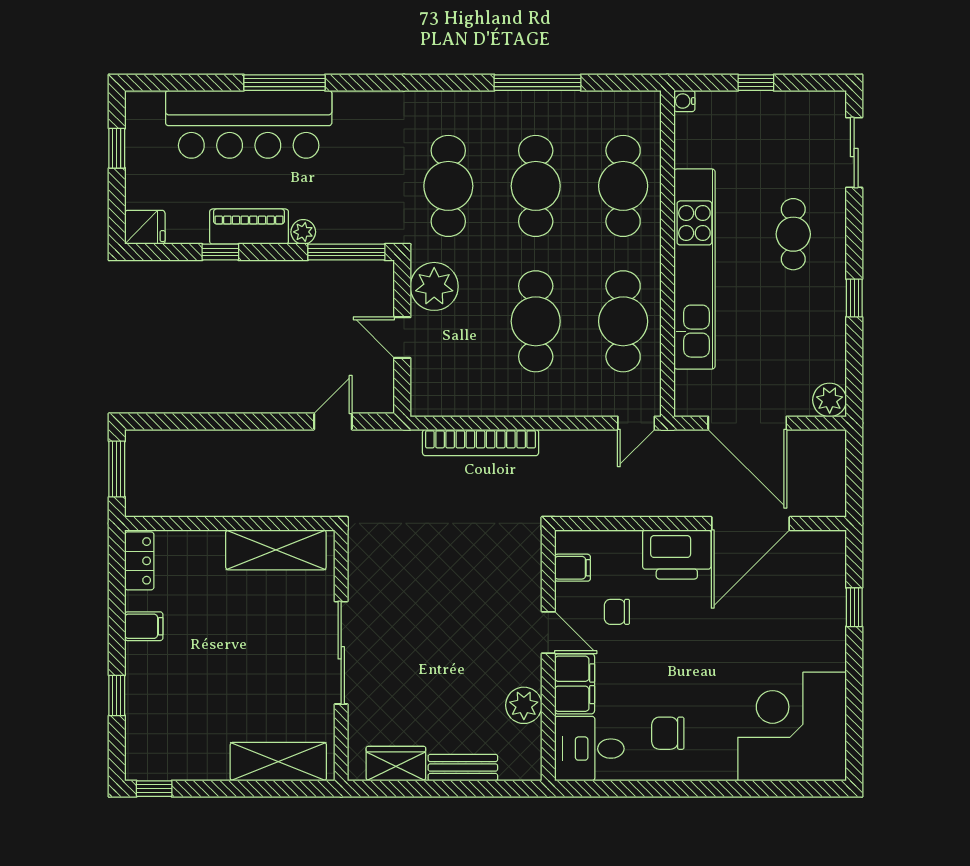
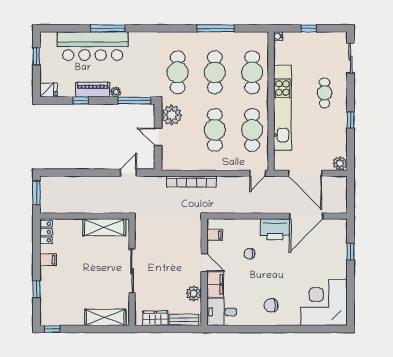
filing cabinet: (572, 568) -> (214, 235), moved
door: (548, 632) -> (204, 262), moved
wall: (548, 655) -> (204, 272), moved
filing cabinet: (575, 684) -> (215, 284), moved
plant: (524, 705) -> (194, 293), moved
desk: (589, 749) -> (222, 312), moved

